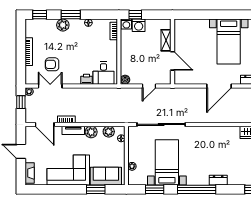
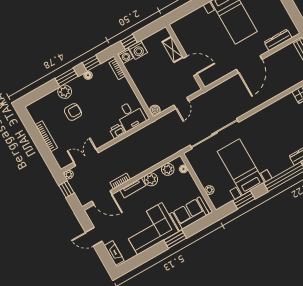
window: (40, 15) -> (91, 63), moved
armchair: (52, 64) -> (73, 112), moved, turned 180
window: (96, 189) -> (175, 239), moved

